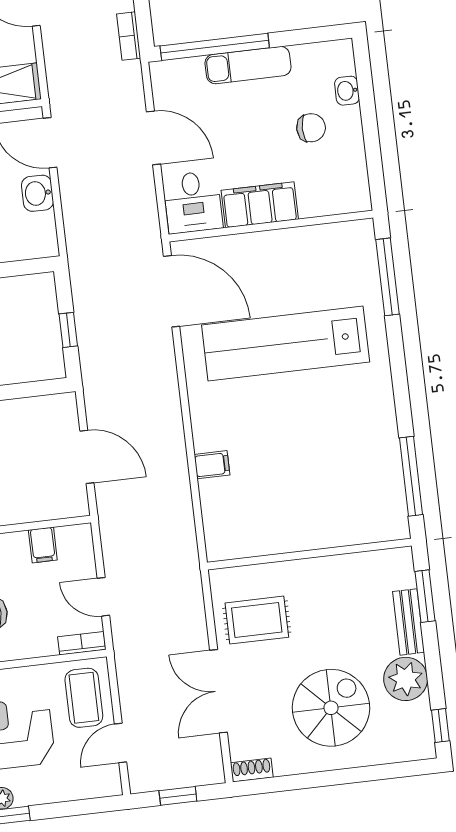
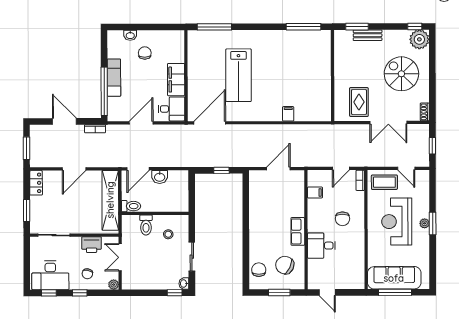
lab bench: (286, 344) -> (239, 75), width x0.73
plant: (406, 679) -> (419, 39), moved

